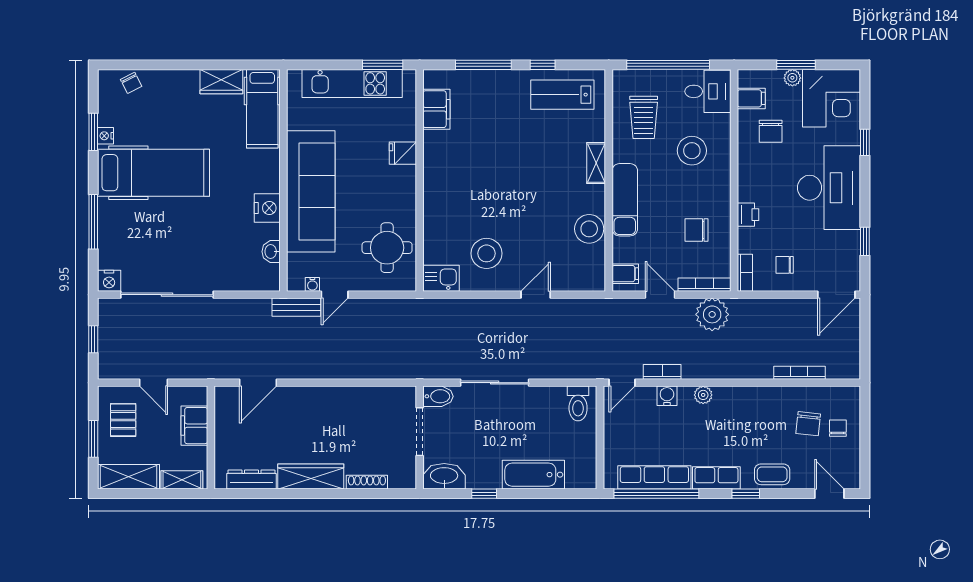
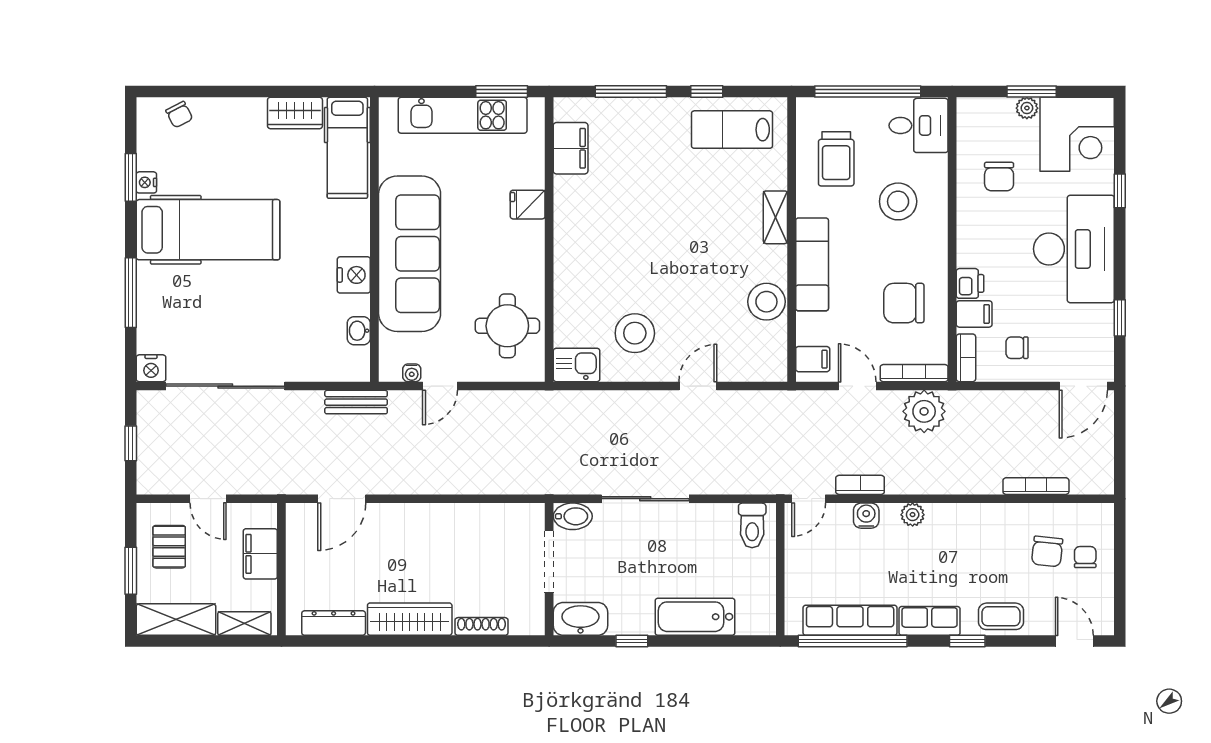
filing cabinet: (751, 98) -> (974, 314), moved
chair: (696, 230) -> (904, 303), width x1.37, depth x1.37
bench: (296, 307) -> (356, 402), moved

